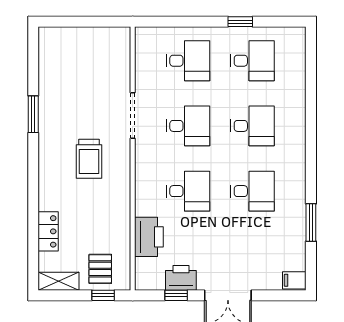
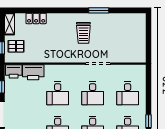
trolley: (89, 159) -> (83, 33), moved, turned -90
printer: (181, 278) -> (14, 71), moved, turned 90

